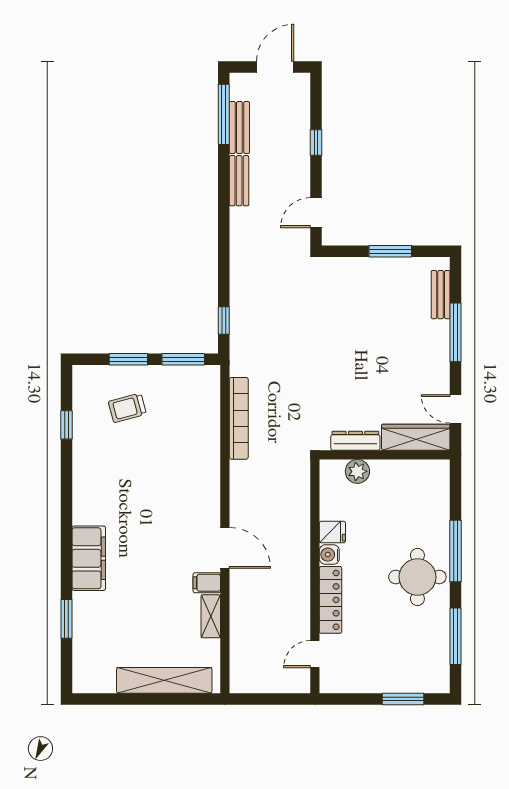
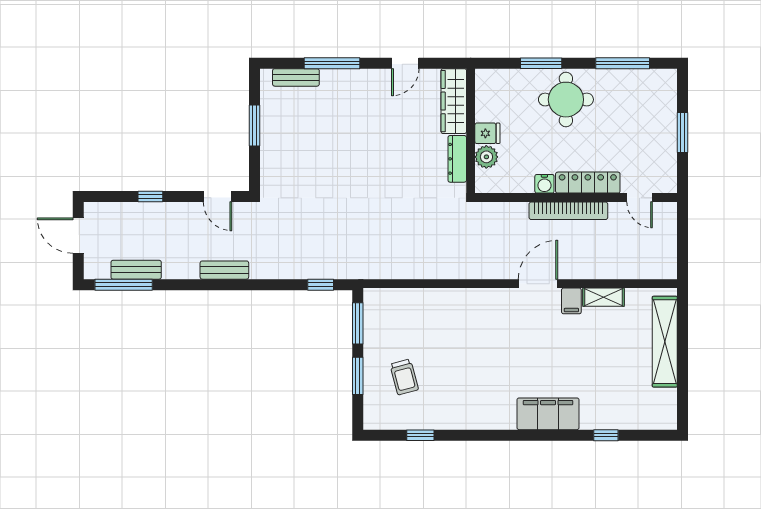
bench: (239, 181) -> (224, 270), moved
bookcase: (239, 418) -> (568, 211), moved, turned 180
wardrobe: (416, 437) -> (454, 101), moved
dresser: (355, 441) -> (457, 159), moved
wall: (385, 455) -> (471, 131), moved
plant: (357, 471) -> (486, 157), moved
fridge: (332, 532) -> (487, 133), moved, turned 90
window: (455, 551) -> (541, 63), width x0.69
window: (66, 619) -> (606, 435), width x0.67
window: (403, 699) -> (682, 133), moved

